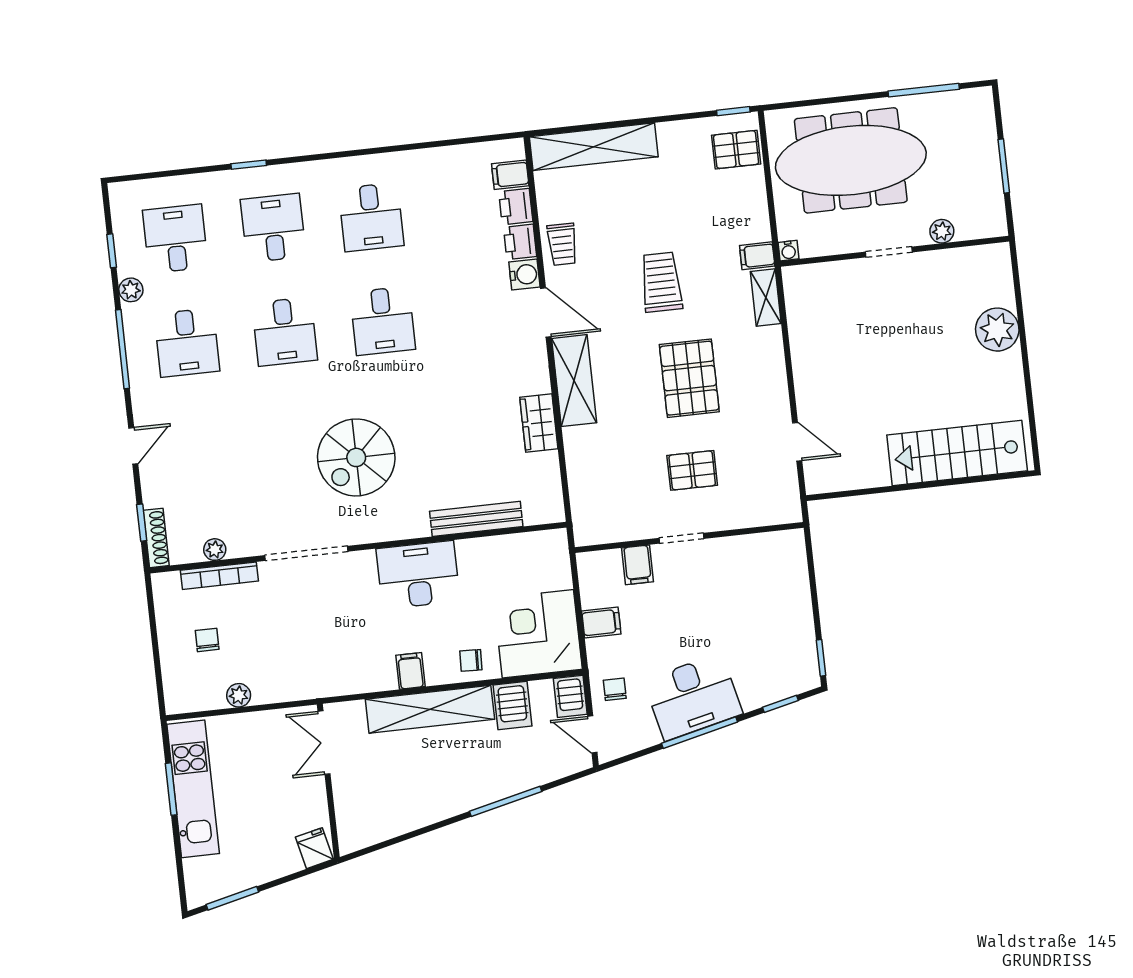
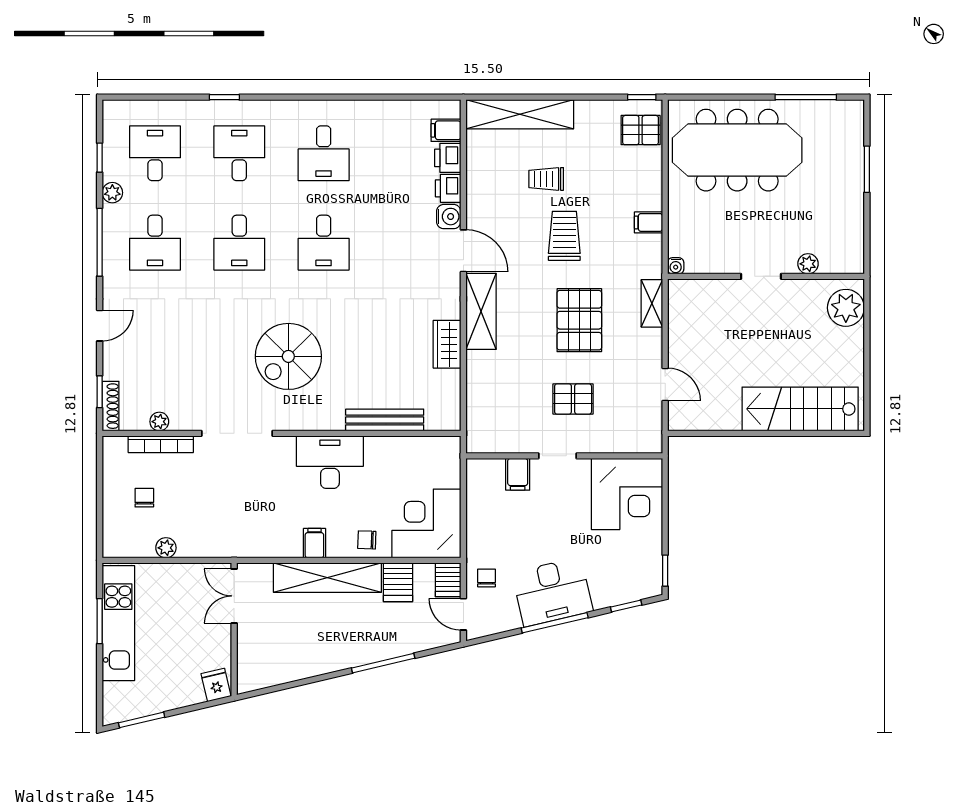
plant: (942, 231) -> (808, 264), moved
trolley: (562, 244) -> (546, 179), moved, turned 90
water cooler: (789, 251) -> (676, 266), moved
wall: (895, 251) -> (766, 276), moved
doorway: (889, 252) -> (761, 276), moved
shelving: (766, 297) -> (652, 303), moved
corner desk: (767, 574) -> (627, 494), added
filing cabinet: (601, 622) -> (481, 520), removed

